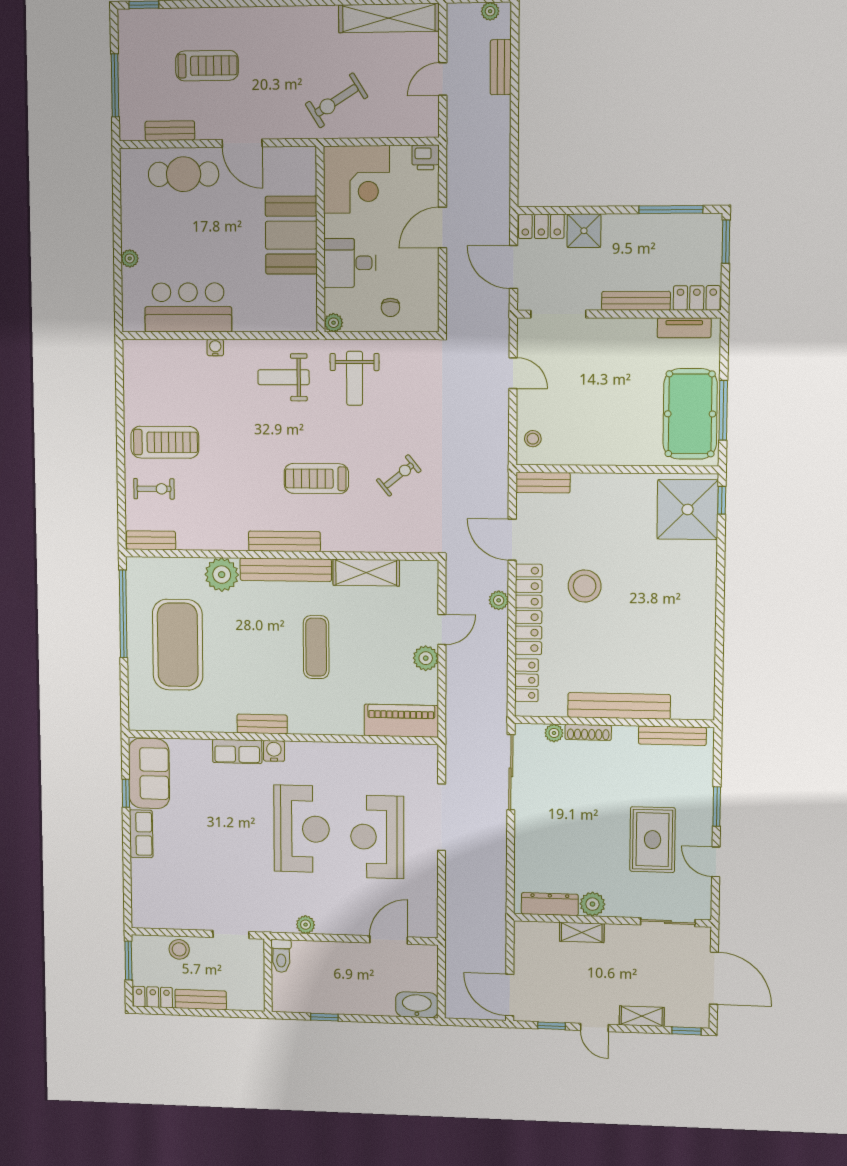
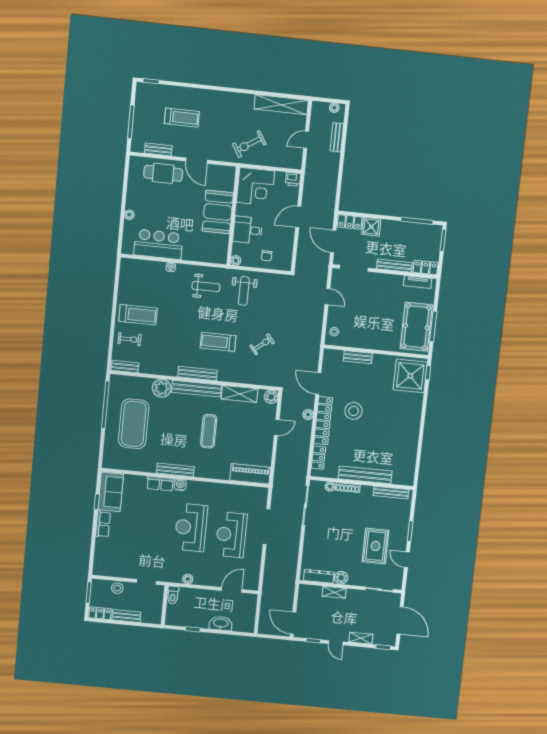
weight bench: (284, 377) -> (206, 287), turned 180
bench: (543, 483) -> (358, 357), moved
plant: (426, 658) -> (271, 397), moved
bench: (262, 724) -> (175, 470), width x1.36
reception desk: (302, 829) -> (191, 528), turned 180
washbasin: (417, 1005) -> (221, 623), moved

